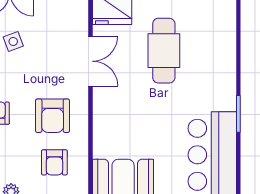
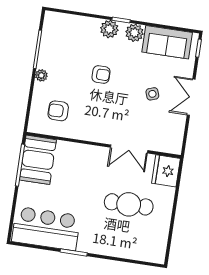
armchair: (53, 116) -> (93, 115), removed

